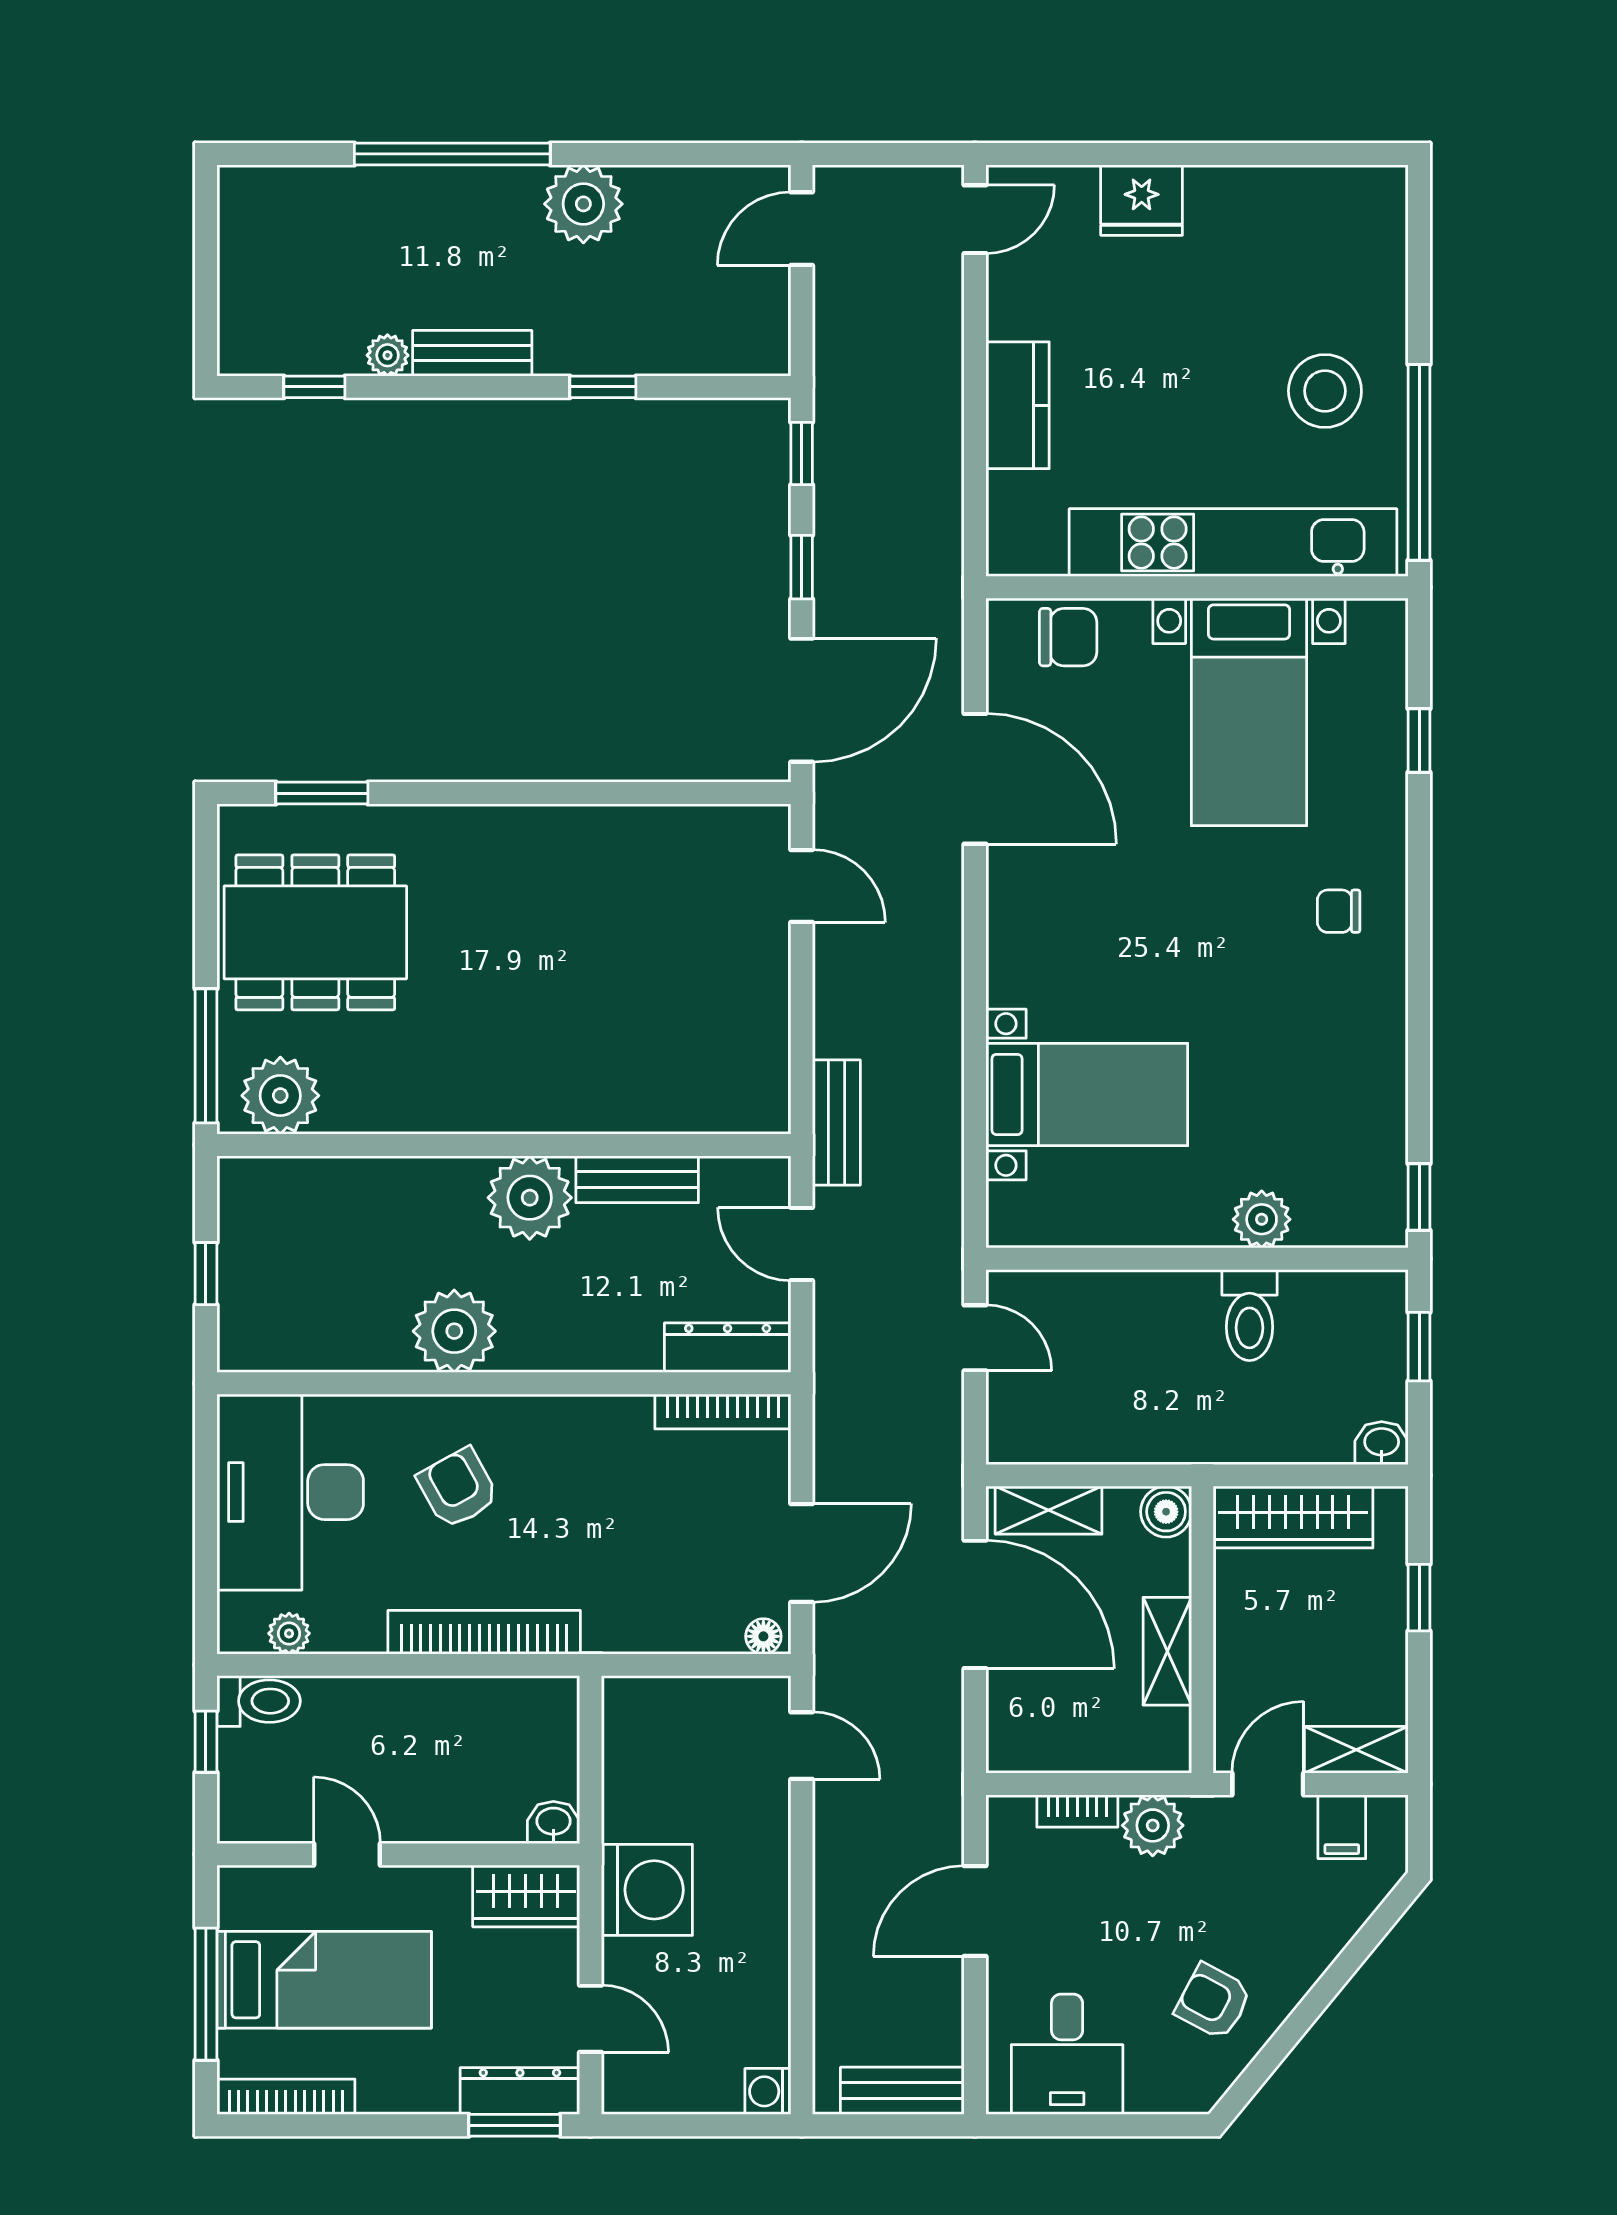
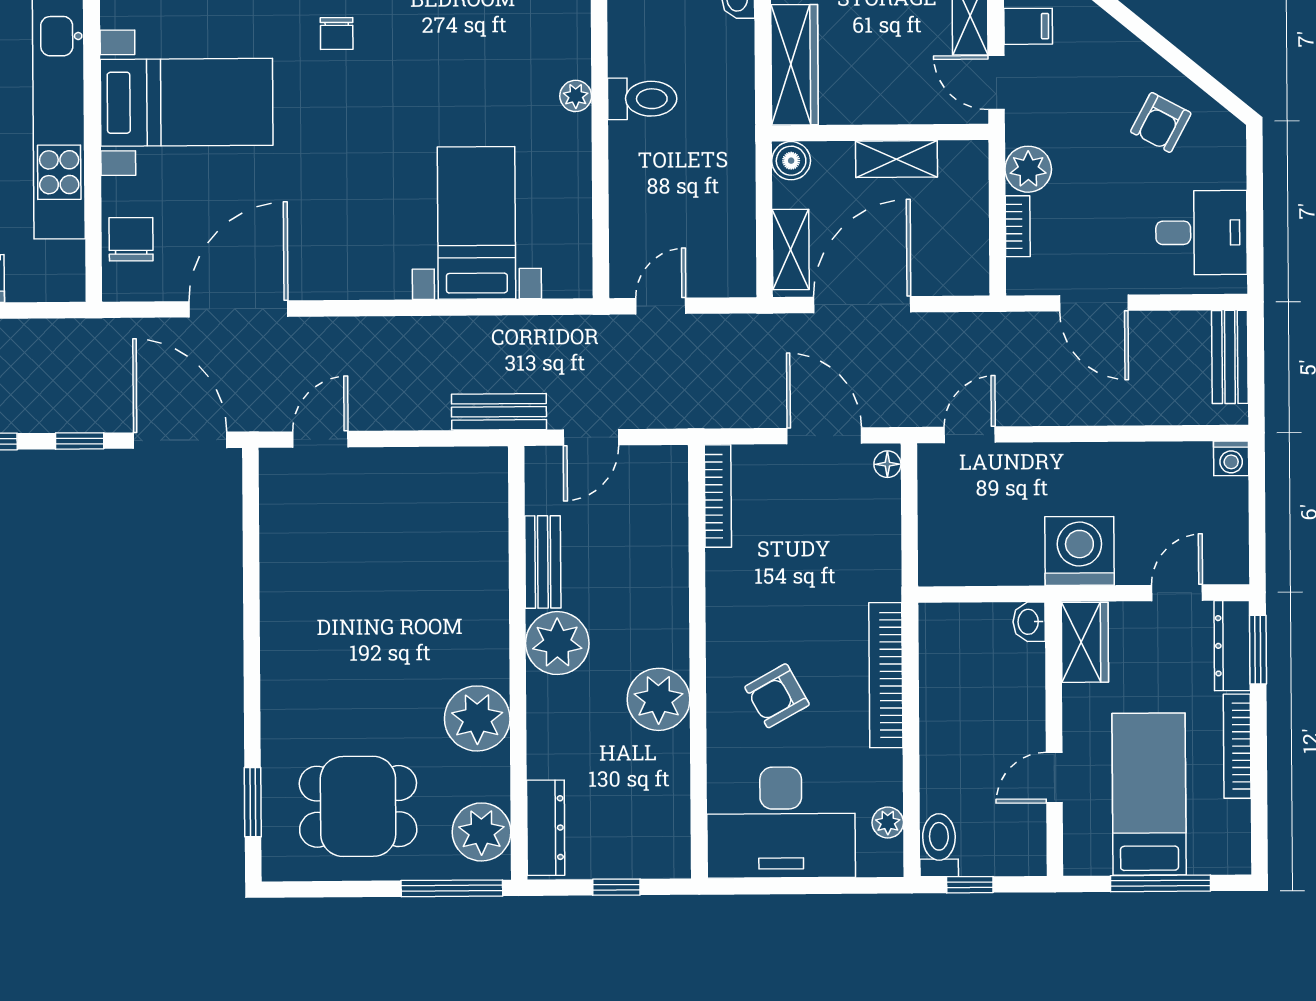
dining table: (315, 932) -> (358, 806), width x0.73
plant: (431, 1091) -> (477, 718), added
plant: (1262, 1219) -> (576, 96), width x0.73, depth x0.73
dresser: (728, 1348) -> (546, 828), moved, turned 180
bookcase: (286, 2097) -> (1237, 746), moved

